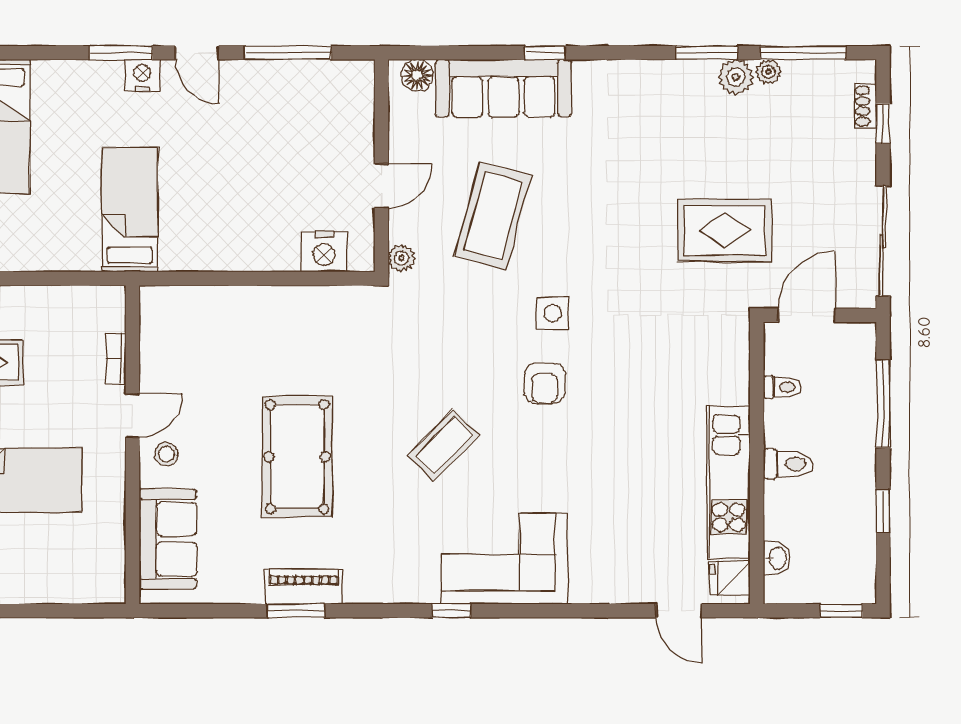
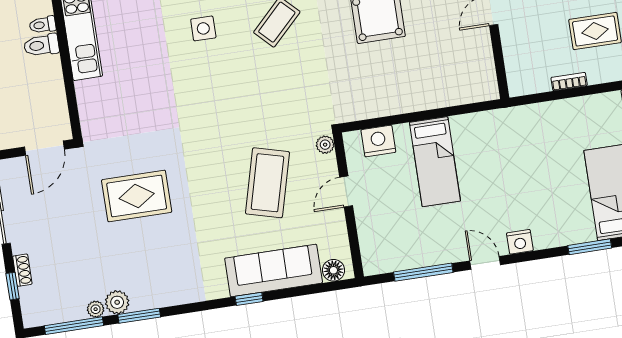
window: (121, 53) -> (590, 247), moved
shoe rack: (865, 106) -> (22, 270), moved
bed: (130, 210) -> (435, 162), moved
rug: (725, 230) -> (137, 196), moved
side table: (553, 313) -> (203, 28), moved
bookcase: (116, 359) -> (569, 82), moved, turned -90
armchair: (545, 383) -> (215, 75), removed
toilet: (782, 387) -> (43, 25), moved

